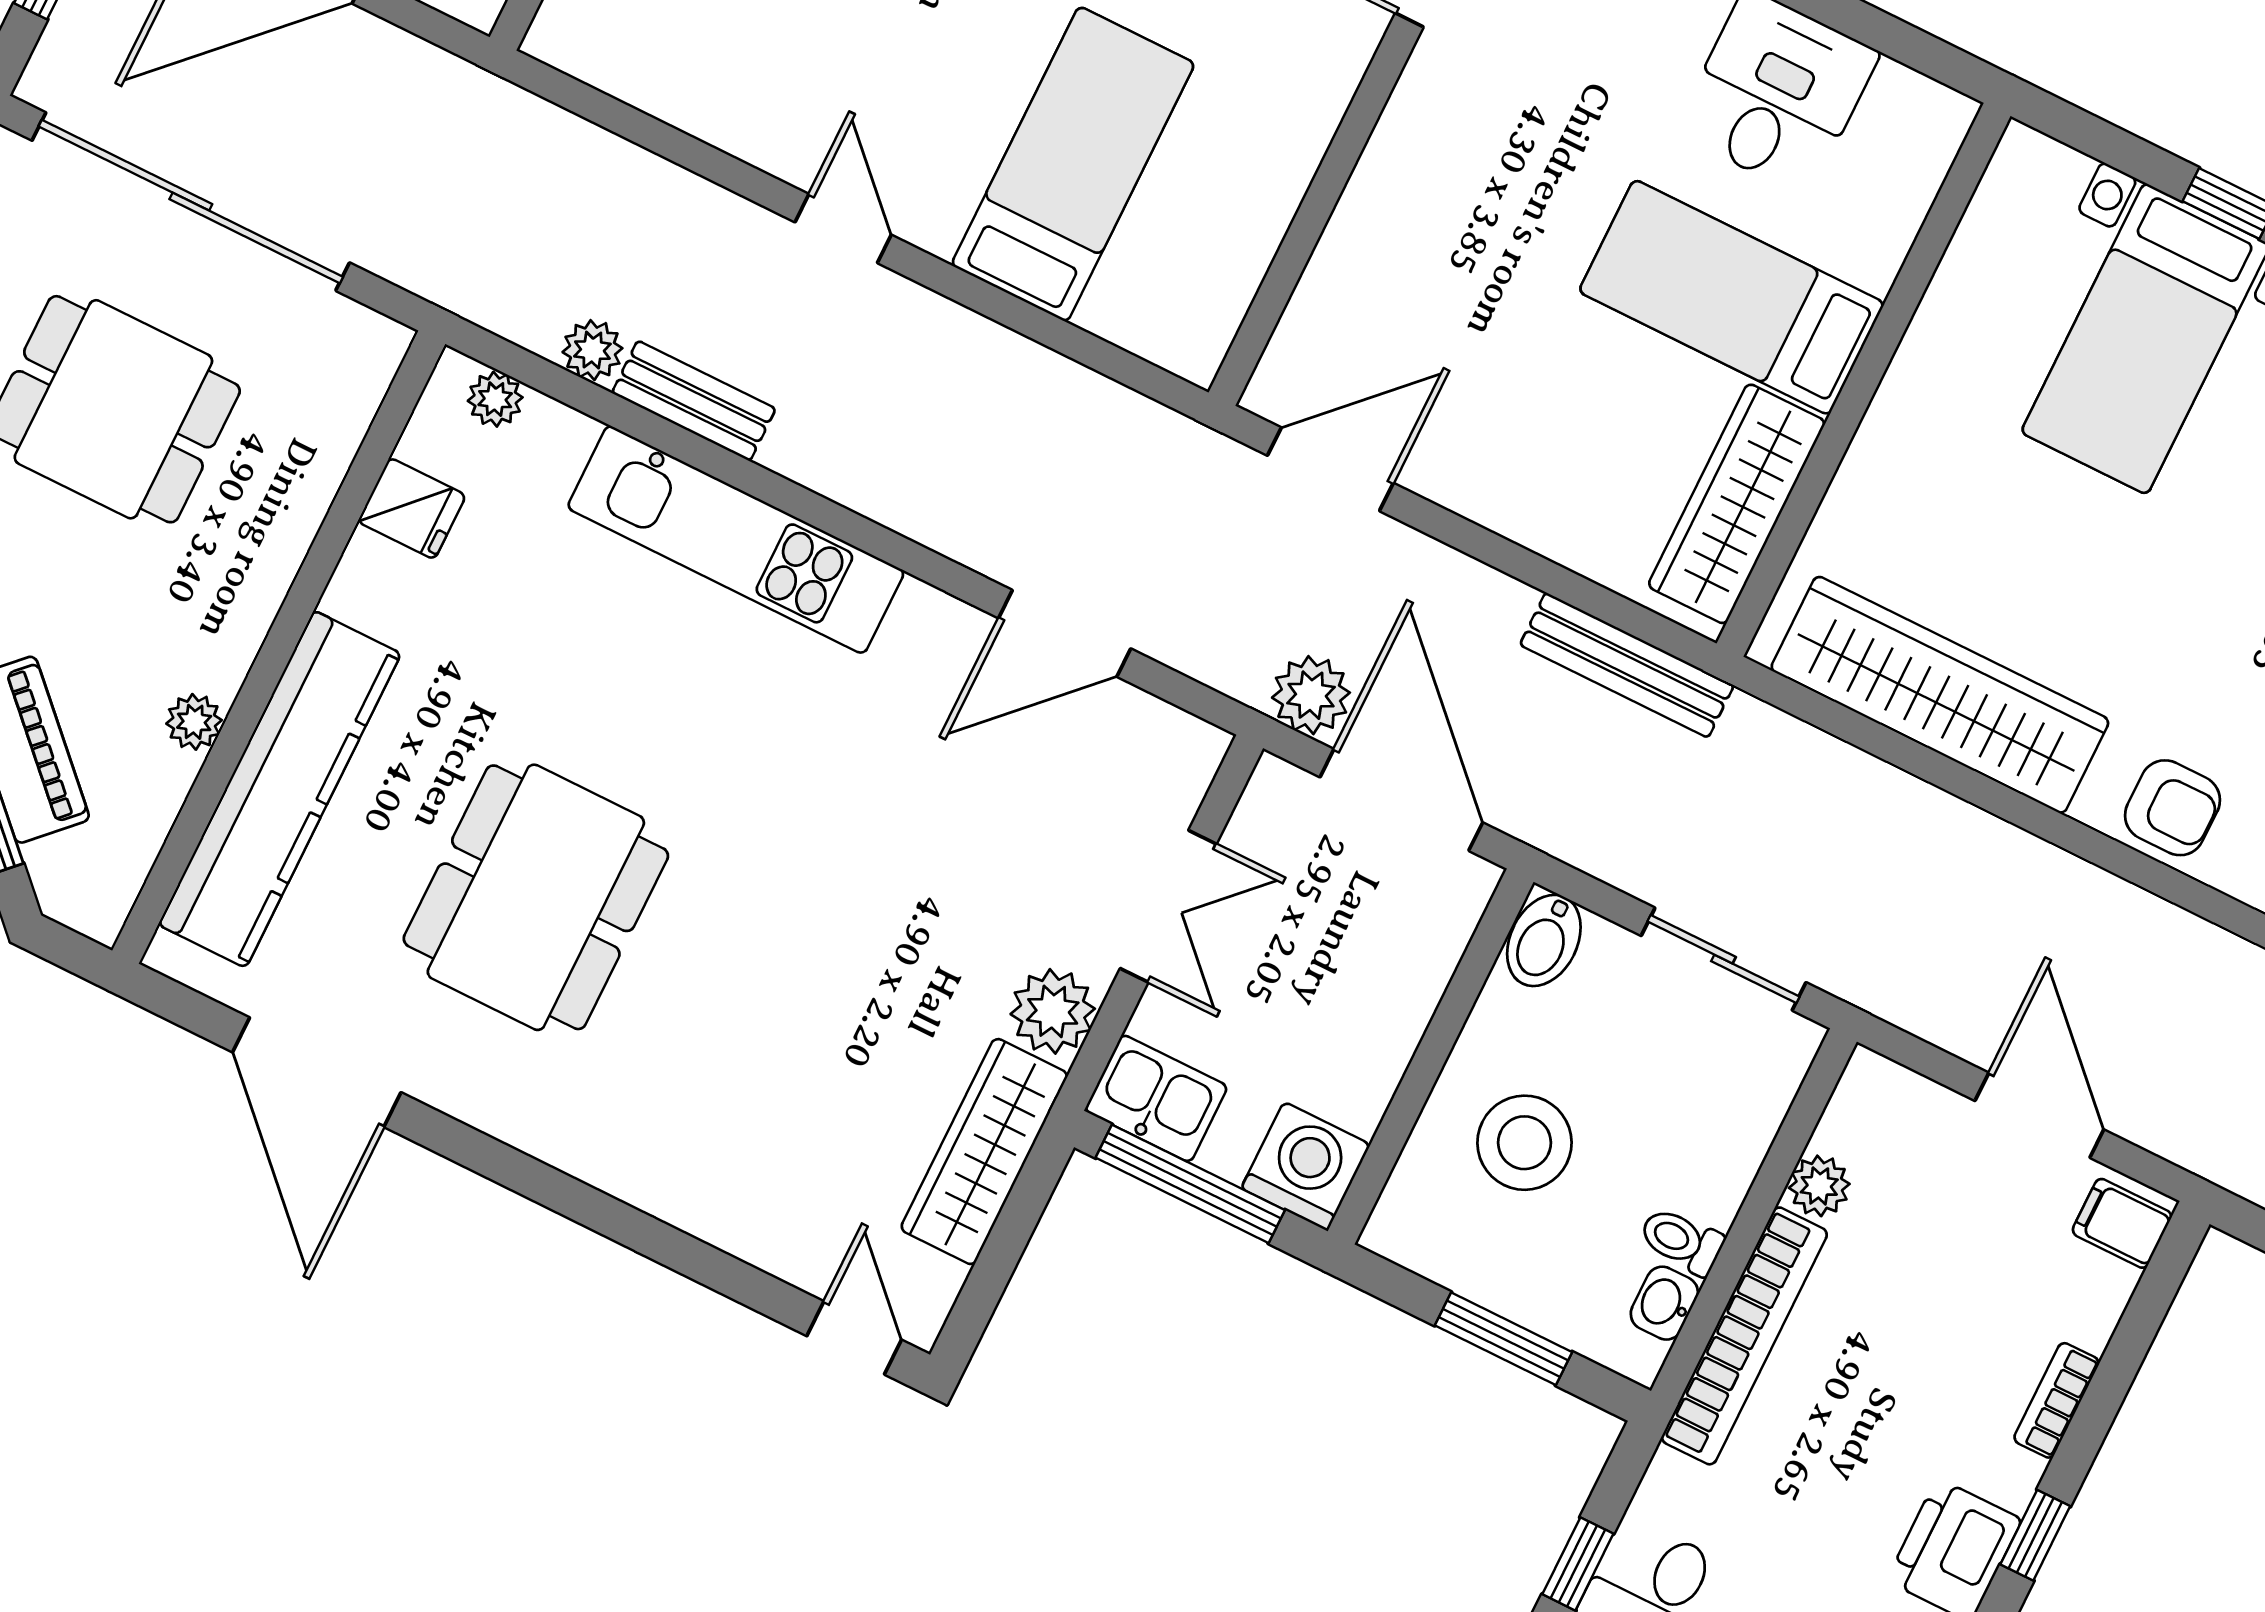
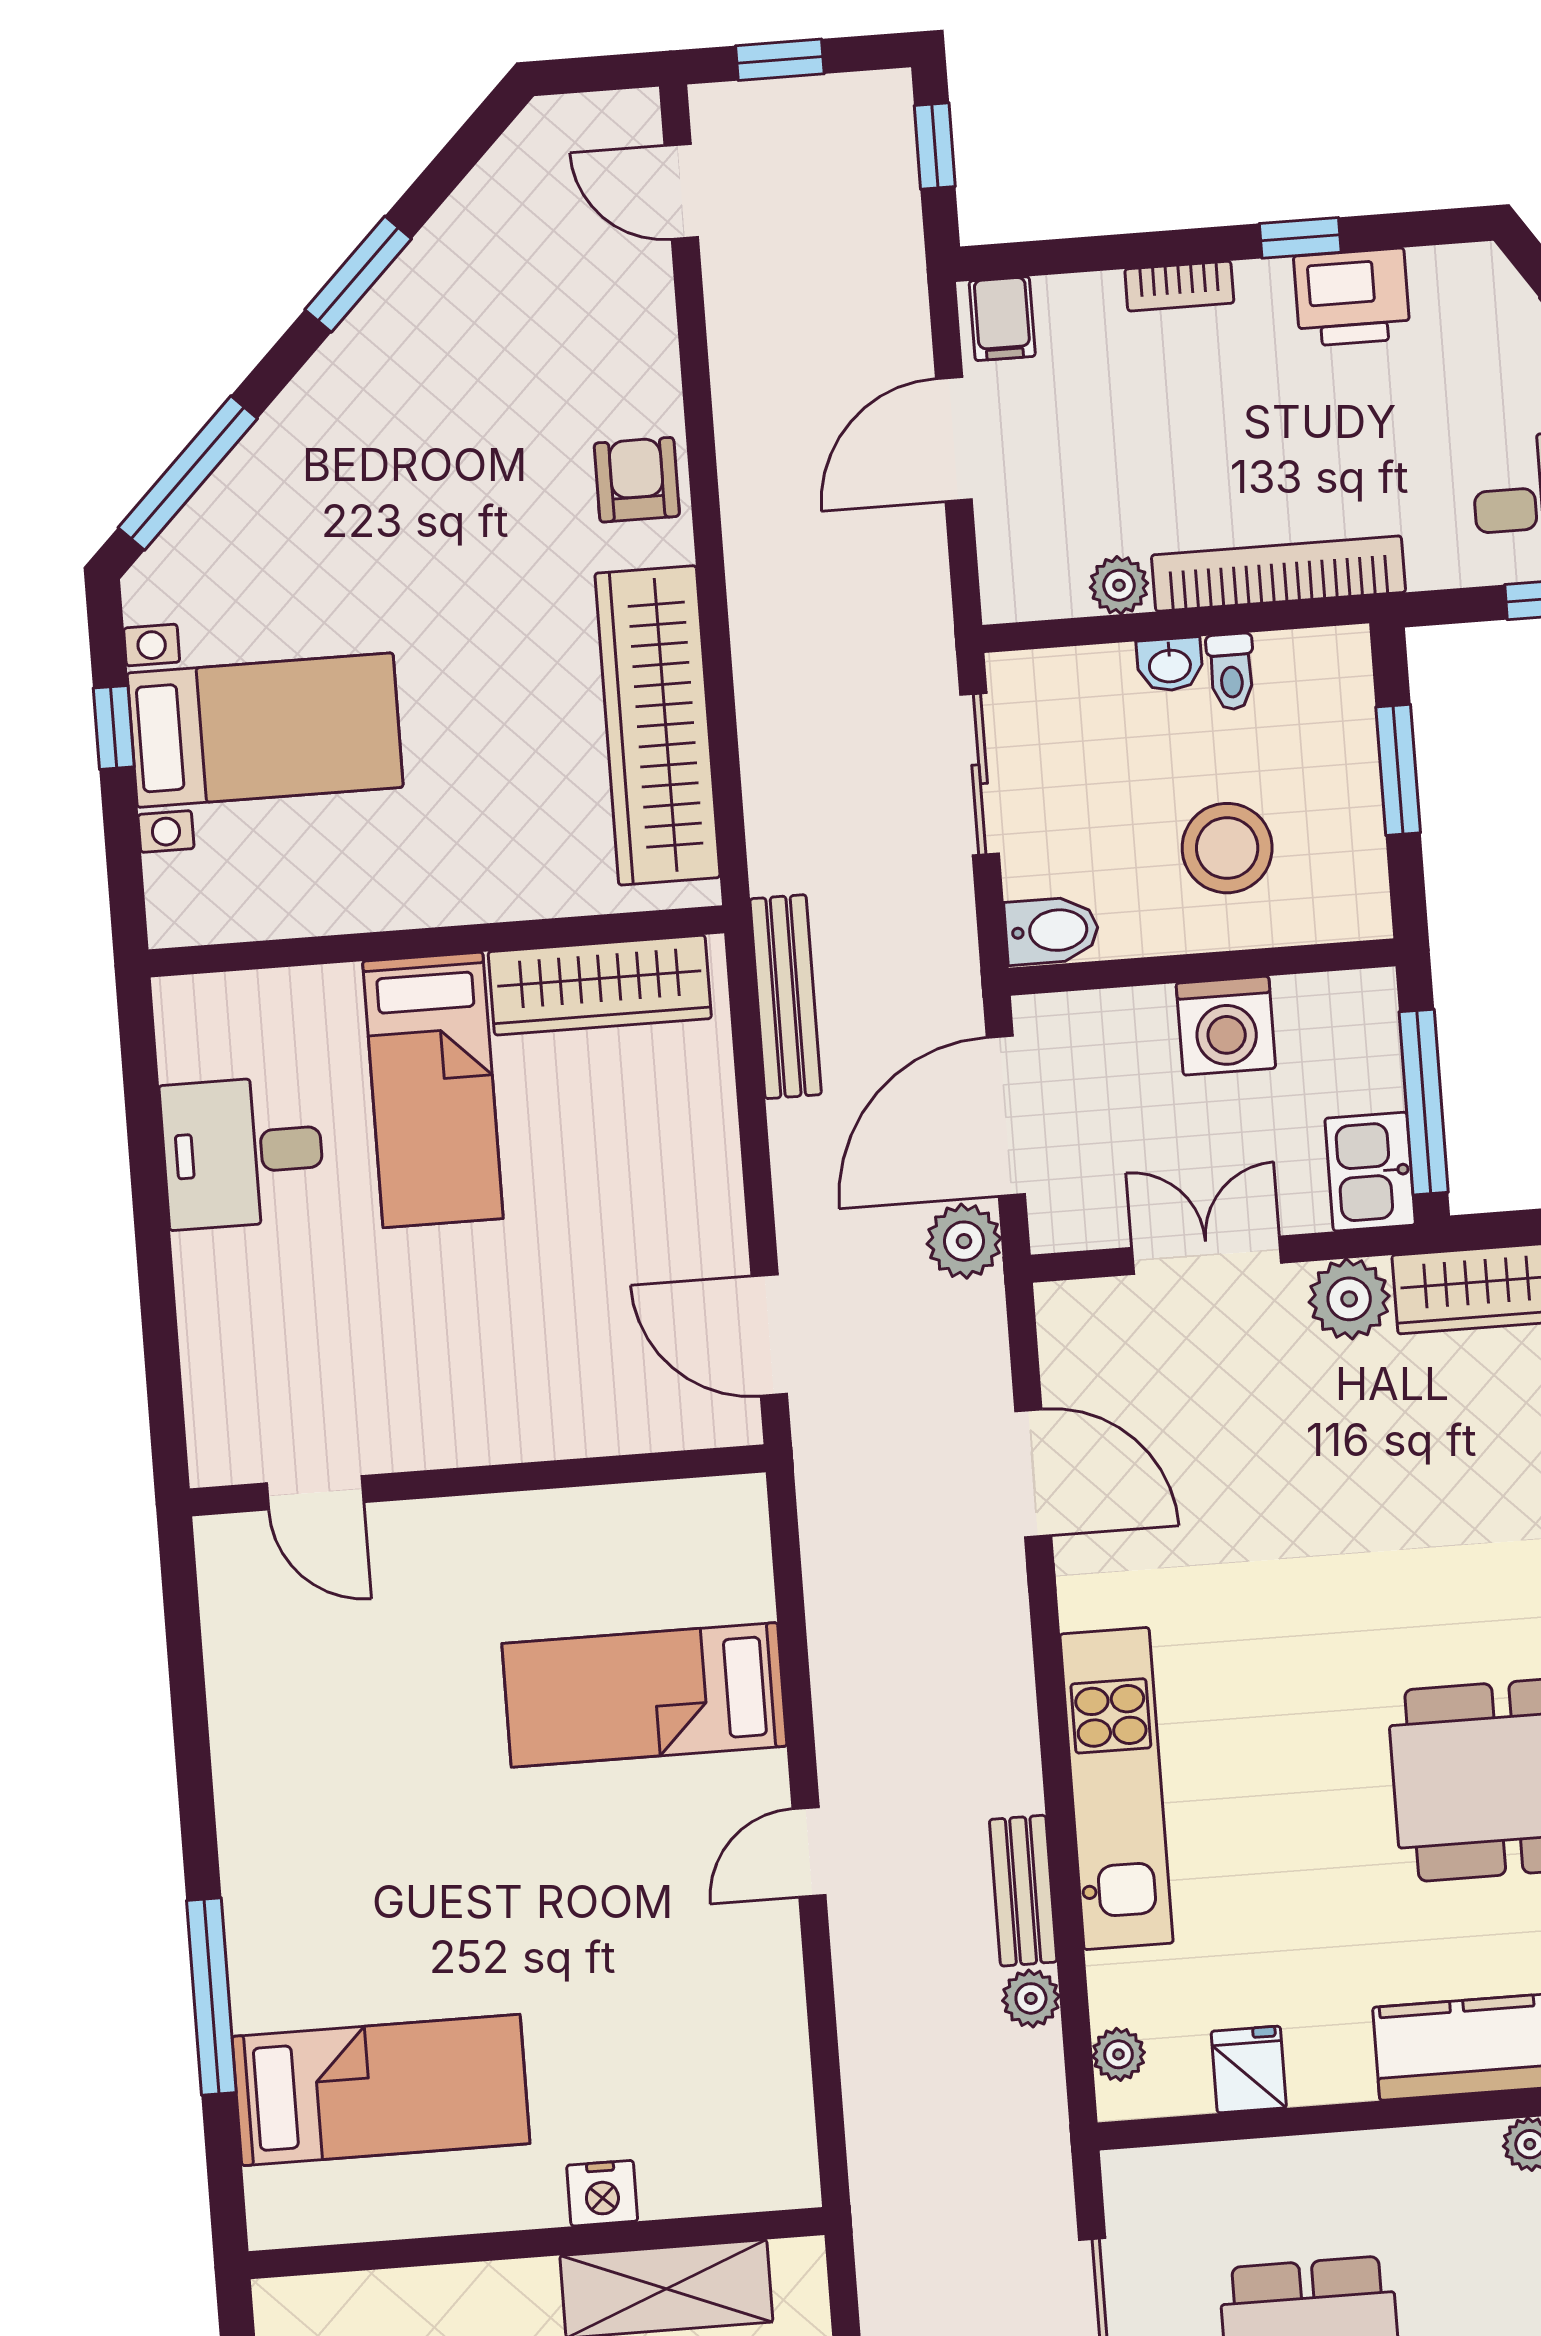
washing machine: (1306, 1166) -> (1226, 1026), moved, turned -90
washbasin: (1664, 1303) -> (1170, 665), moved

